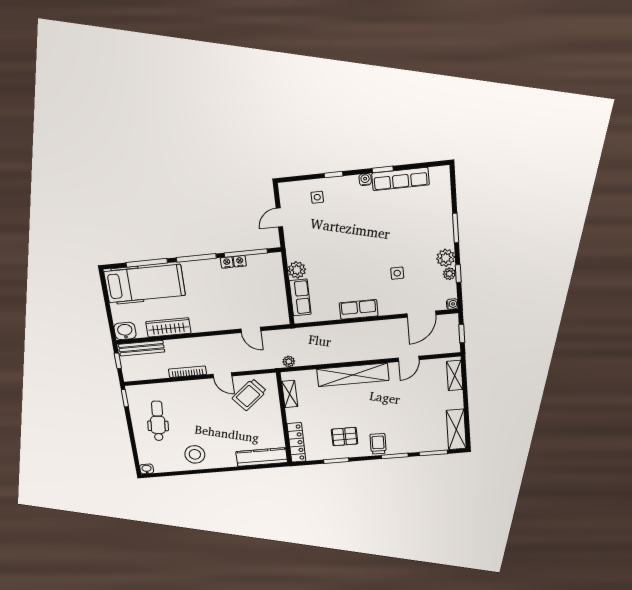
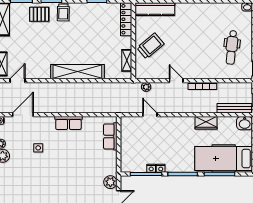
plant: (297, 270) -> (110, 182), moved
wardrobe: (168, 327) -> (206, 123), width x0.67
door: (409, 359) -> (17, 81), moved
plant: (289, 362) -> (146, 87), moved
trolley: (249, 395) -> (151, 46), moved
pallet: (345, 437) -> (39, 14), moved
stool: (195, 454) -> (207, 16), removed

